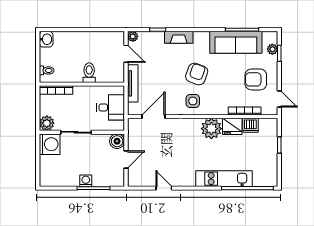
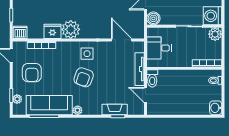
plant: (133, 36) -> (78, 110), moved
fireplace: (179, 37) -> (115, 110), moved
toilet: (89, 73) -> (152, 78), moved
armchair: (256, 79) -> (32, 73), turned 90
door: (153, 117) -> (121, 40), swing flipped
dishwasher: (250, 125) -> (20, 32), moved

